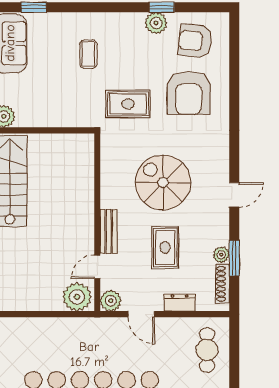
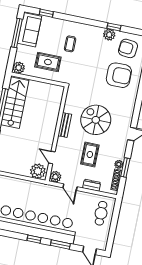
armchair: (189, 93) -> (119, 75), turned -90
rug: (128, 104) -> (48, 62), moved
bench: (109, 231) -> (65, 125), moved
door: (97, 267) -> (52, 158), hinge flipped

